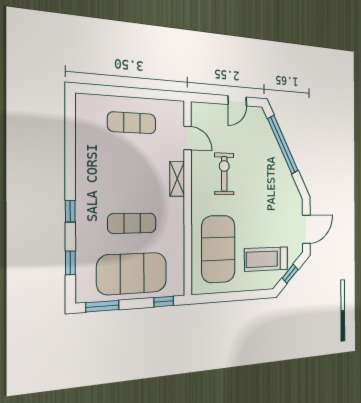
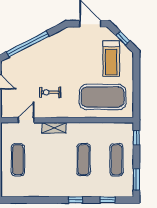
exercise bike: (224, 174) -> (50, 92), width x0.73, depth x0.72
exercise mat: (132, 274) -> (116, 160), width x0.50, depth x0.69

